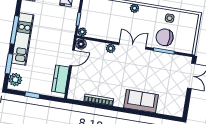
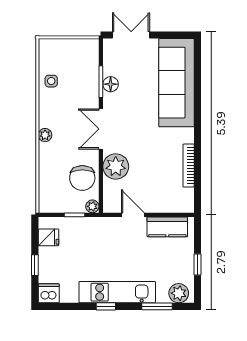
window: (15, 30) -> (106, 306), width x0.46
chair: (165, 37) -> (82, 178), moved
floor lamp: (81, 44) -> (111, 84), moved
plant: (111, 48) -> (116, 166), width x1.87, depth x1.87
sofa: (141, 101) -> (177, 83), width x1.85, depth x1.27

